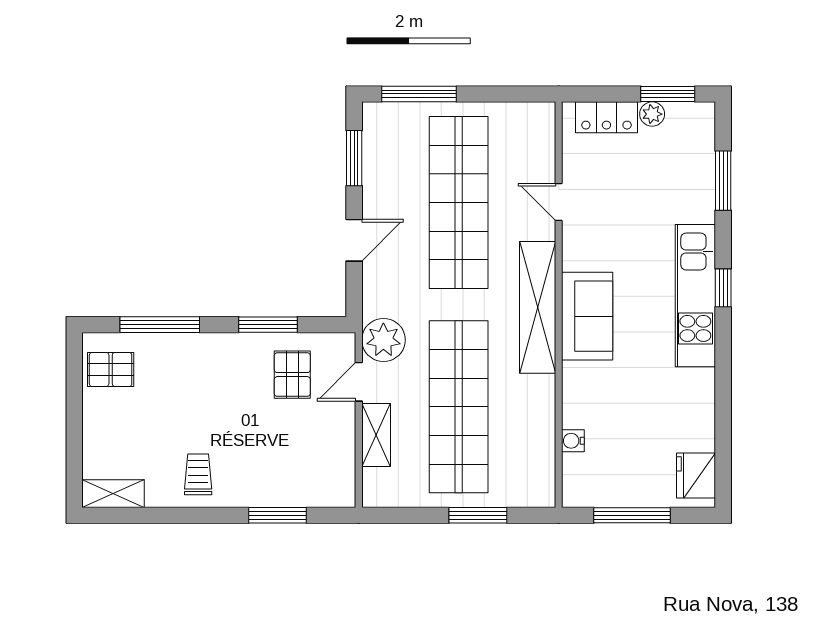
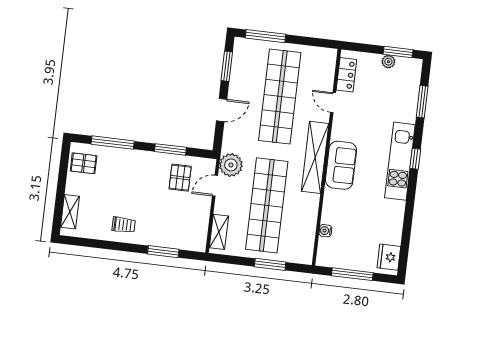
locker: (606, 117) -> (346, 75), moved, turned -90
shelving: (376, 435) -> (219, 232), moved
trolley: (198, 474) -> (124, 225), turned 90
shelving: (113, 494) -> (70, 212), moved, turned 90

